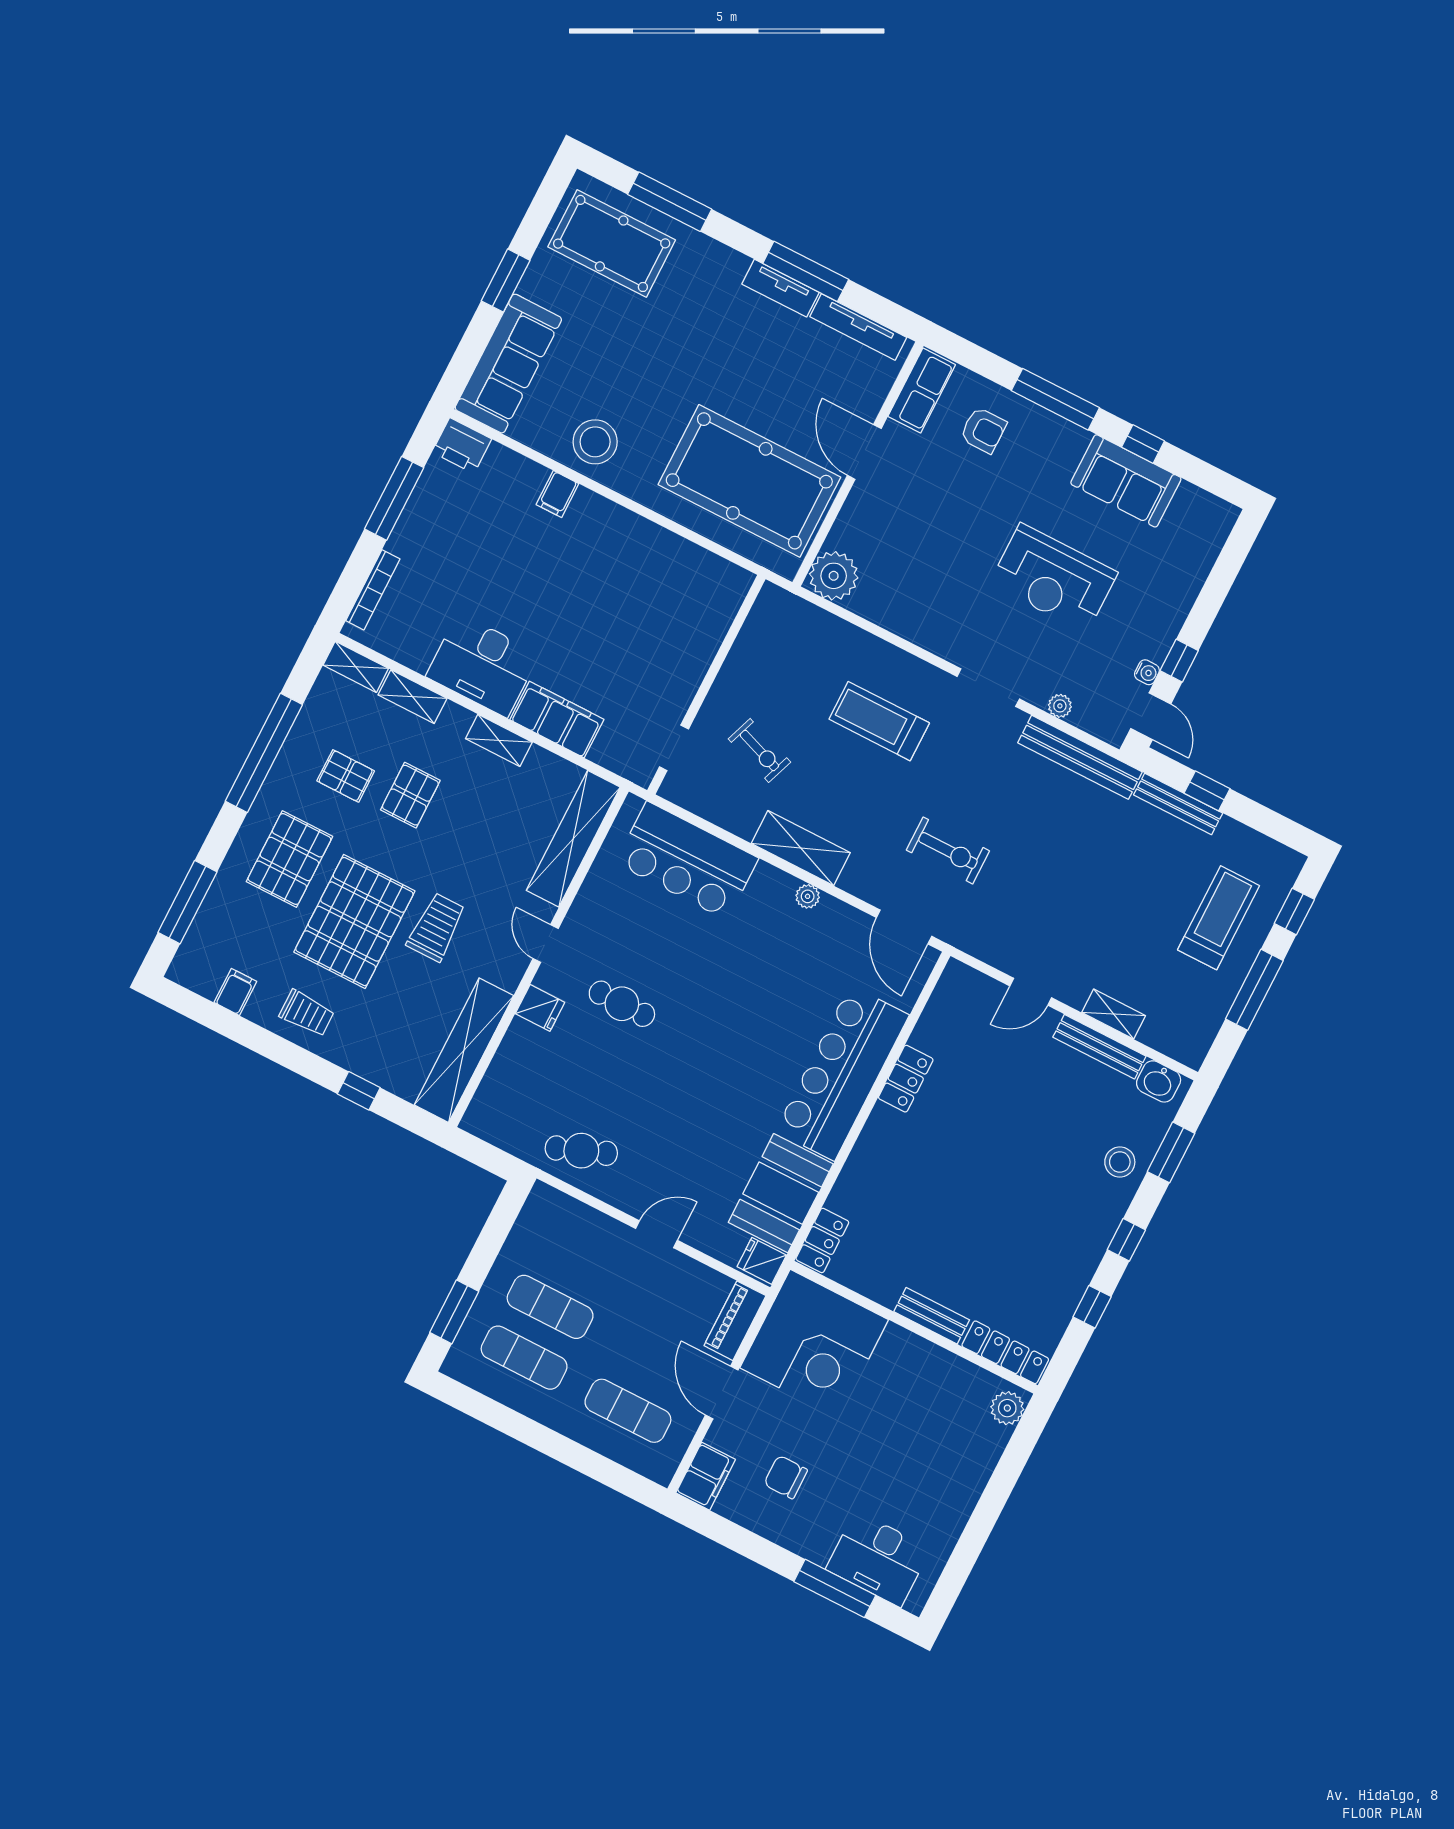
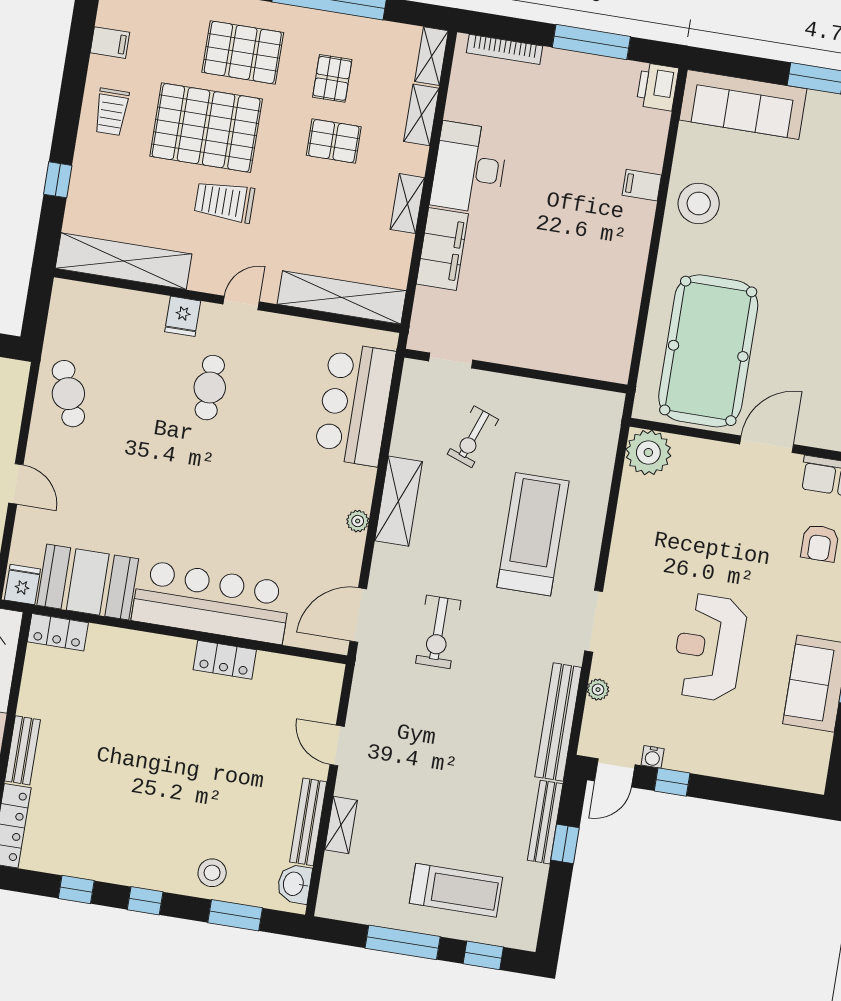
treadmill: (879, 721) -> (533, 534), width x1.37, depth x1.38
trolley: (436, 927) -> (224, 202), turned 180

